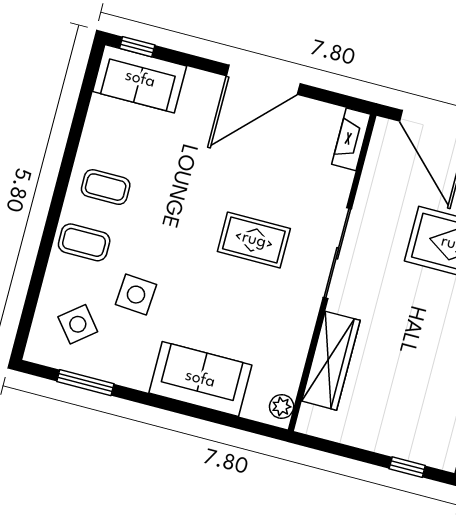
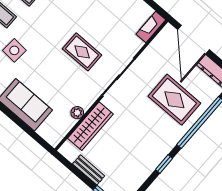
plant: (282, 407) -> (77, 113), moved
bench: (365, 437) -> (89, 170), added

